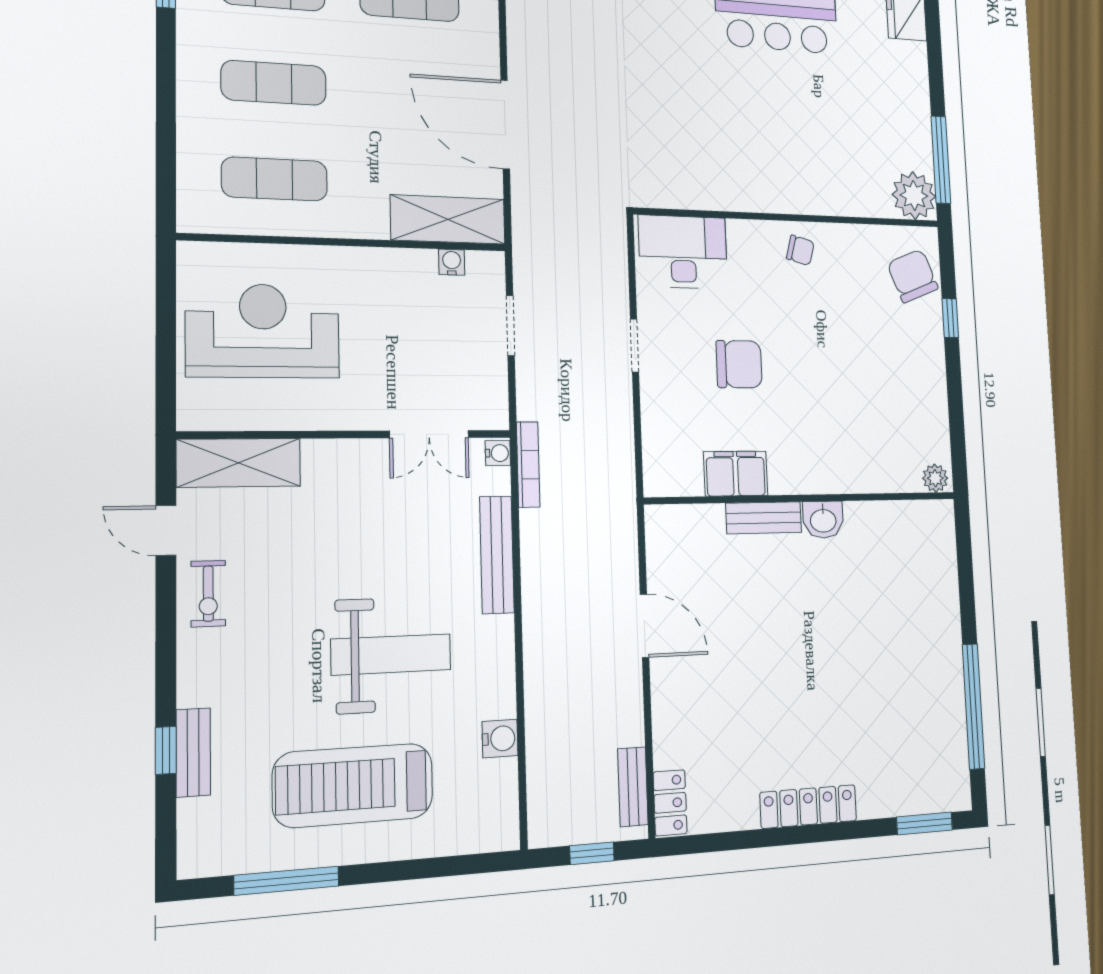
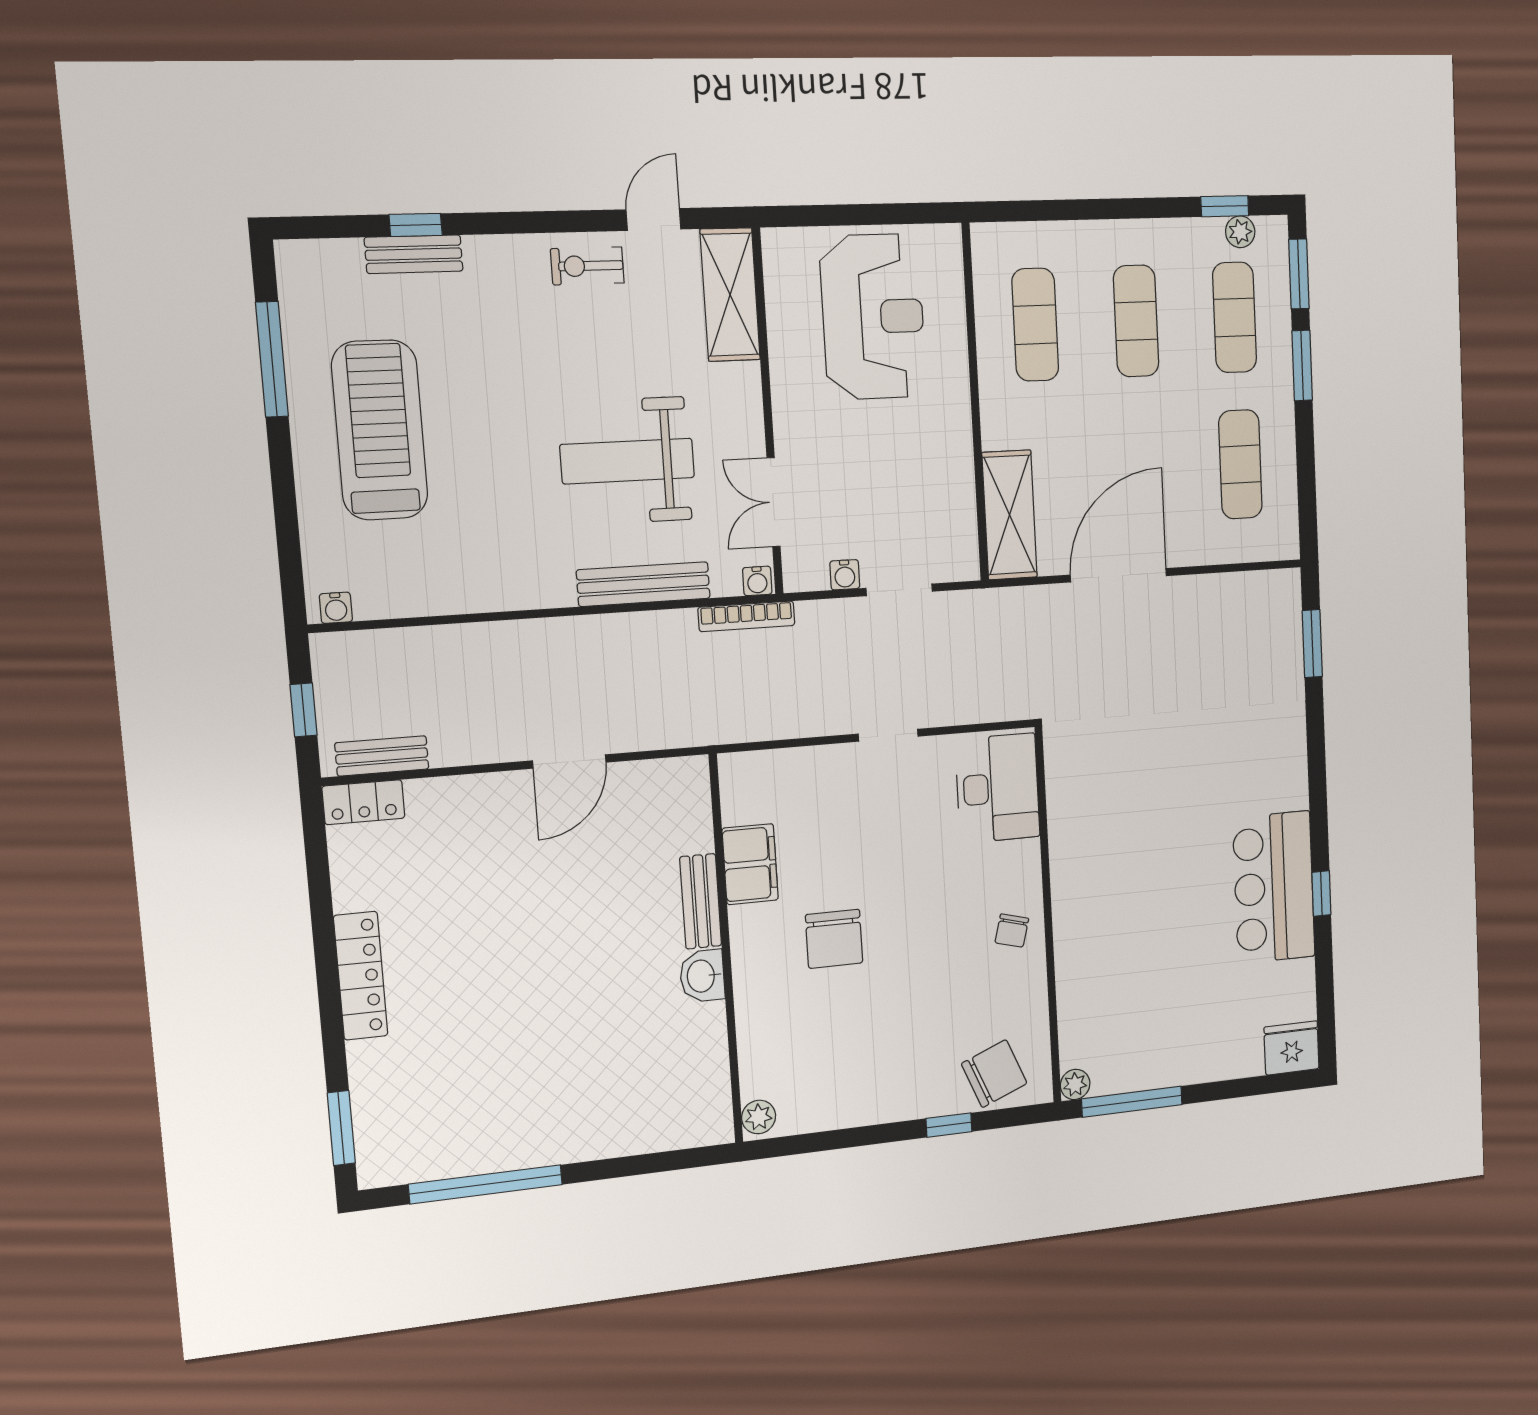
plant: (914, 196) -> (1075, 1084), width x0.53, depth x0.53
water cooler: (452, 262) -> (845, 575), moved, turned 90
chair: (739, 364) -> (834, 939), moved
weight bench: (391, 654) -> (627, 461), moved, turned 90
water cooler: (500, 739) -> (336, 608), moved, width x0.72, depth x0.72

